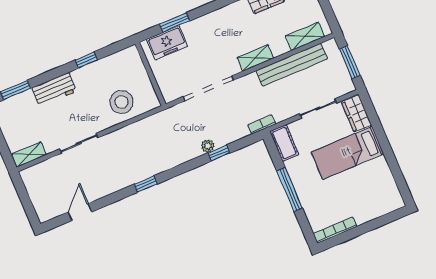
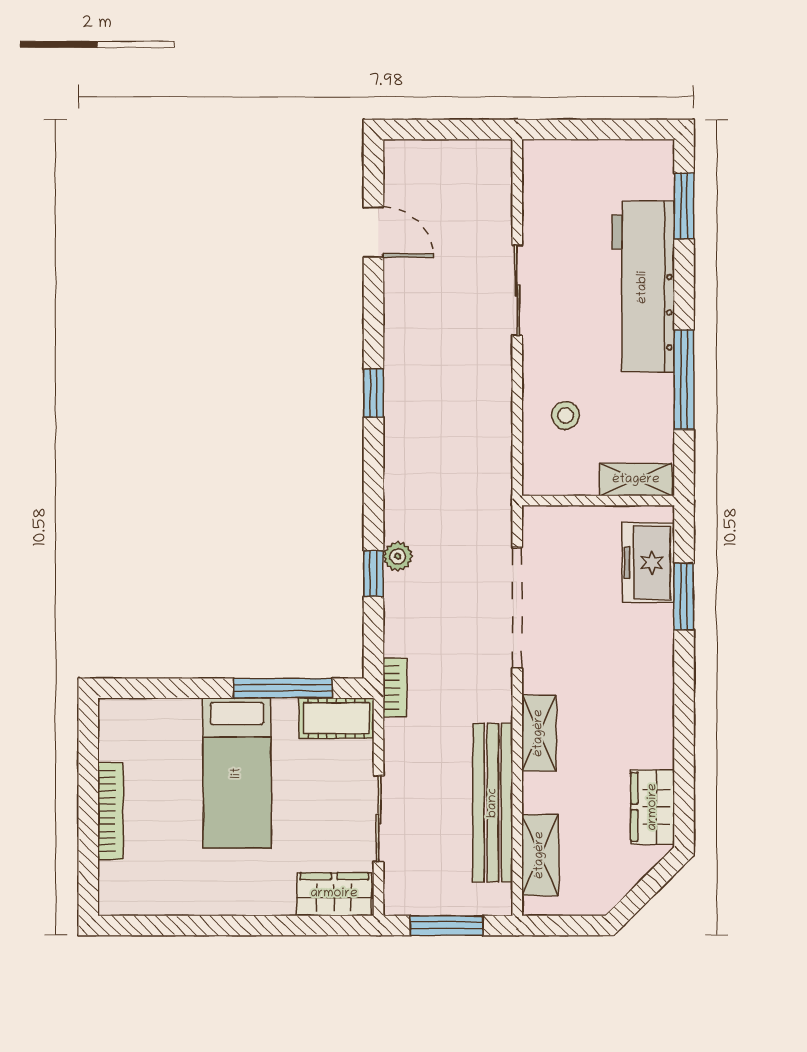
window: (86, 60) -> (684, 380), width x2.17
workbench: (54, 90) -> (643, 287), width x1.88, depth x1.32
stool: (121, 102) -> (565, 416), width x0.53, depth x0.53
bed: (347, 153) -> (237, 773), moved, turned 180
shelving: (29, 154) -> (636, 480), moved, turned 90
window: (290, 190) -> (283, 688), moved
bookcase: (335, 230) -> (110, 811), moved

